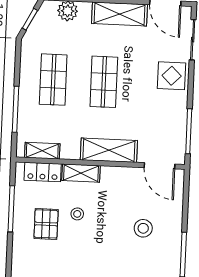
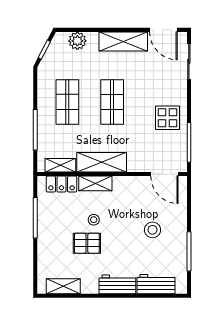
display table: (172, 76) -> (168, 118), moved
shelving: (109, 150) -> (102, 162), moved
pallet: (46, 224) -> (87, 243), moved, turned 90

